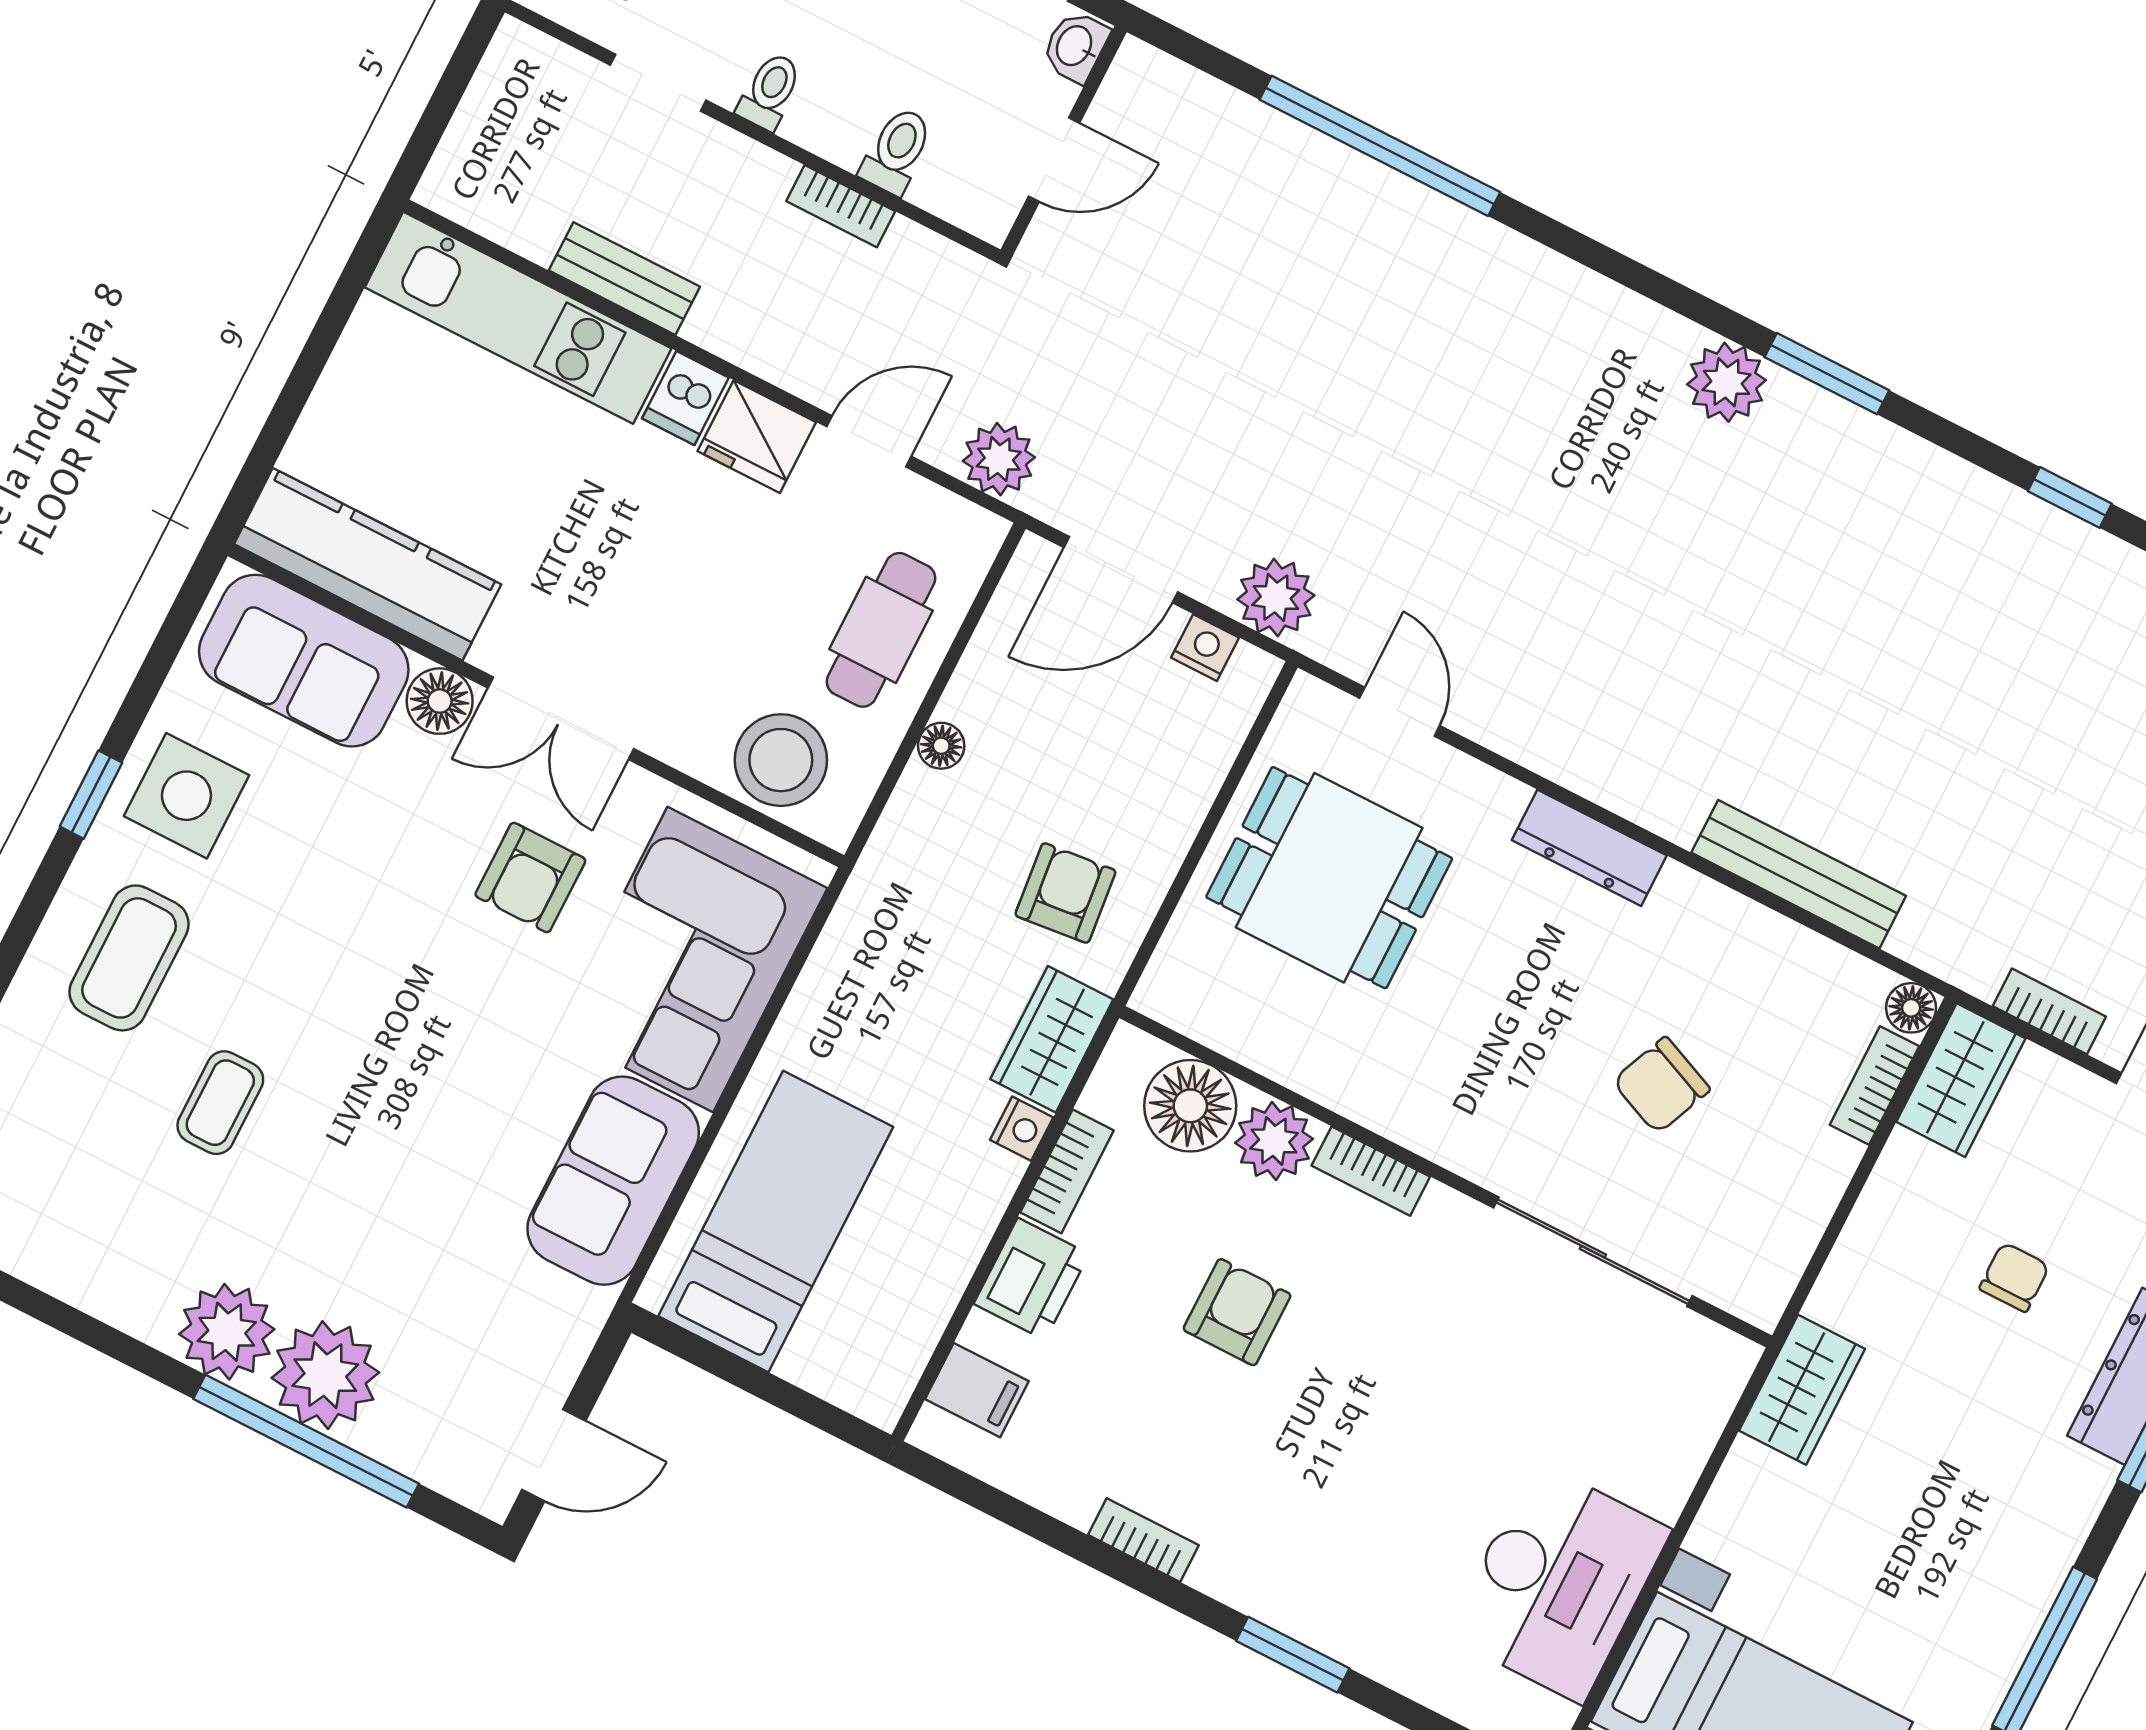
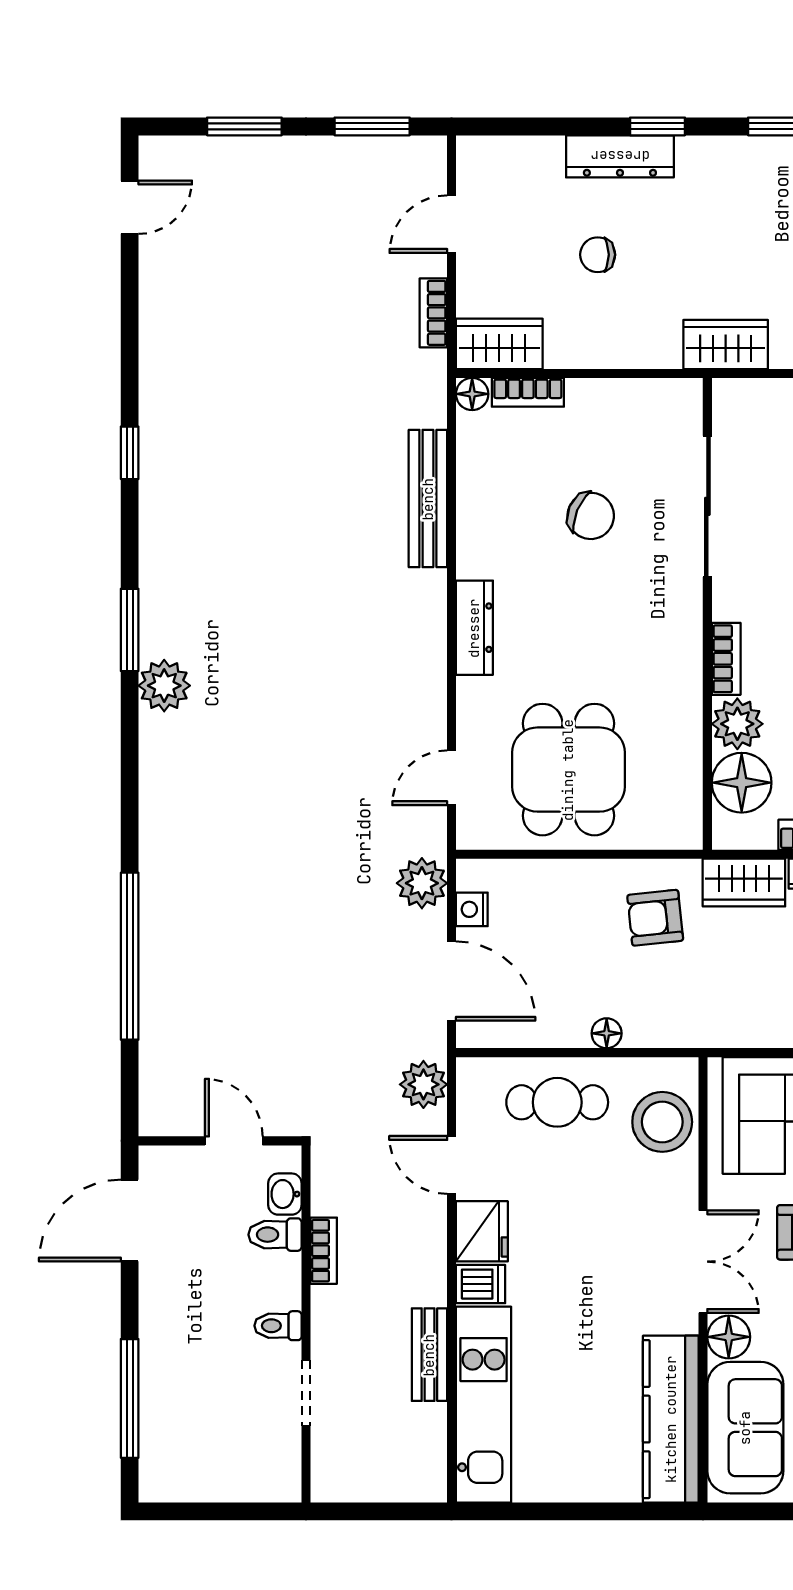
washbasin: (1075, 46) -> (285, 1194), moved, turned 90

